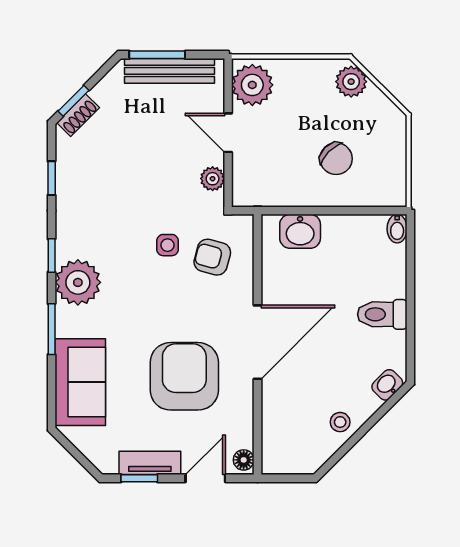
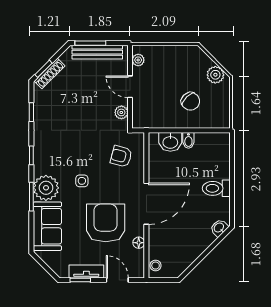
plant: (351, 82) -> (215, 75), moved
plant: (252, 85) -> (138, 60), width x0.53, depth x0.53
shoe rack: (78, 115) -> (50, 73), width x1.43
bidet: (397, 229) -> (188, 140), moved
side table: (168, 245) -> (82, 181), moved
plant: (78, 282) -> (46, 188), moved
stool: (340, 422) -> (156, 266), moved
floor lamp: (244, 460) -> (139, 243), moved
door: (205, 478) -> (117, 280), hinge flipped

